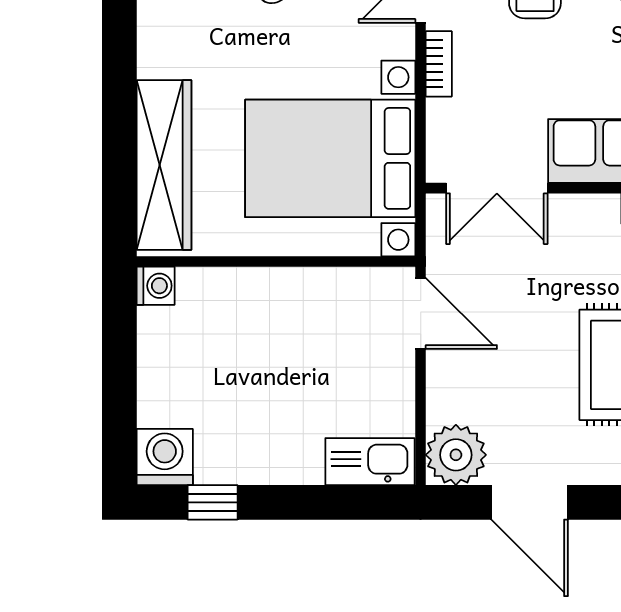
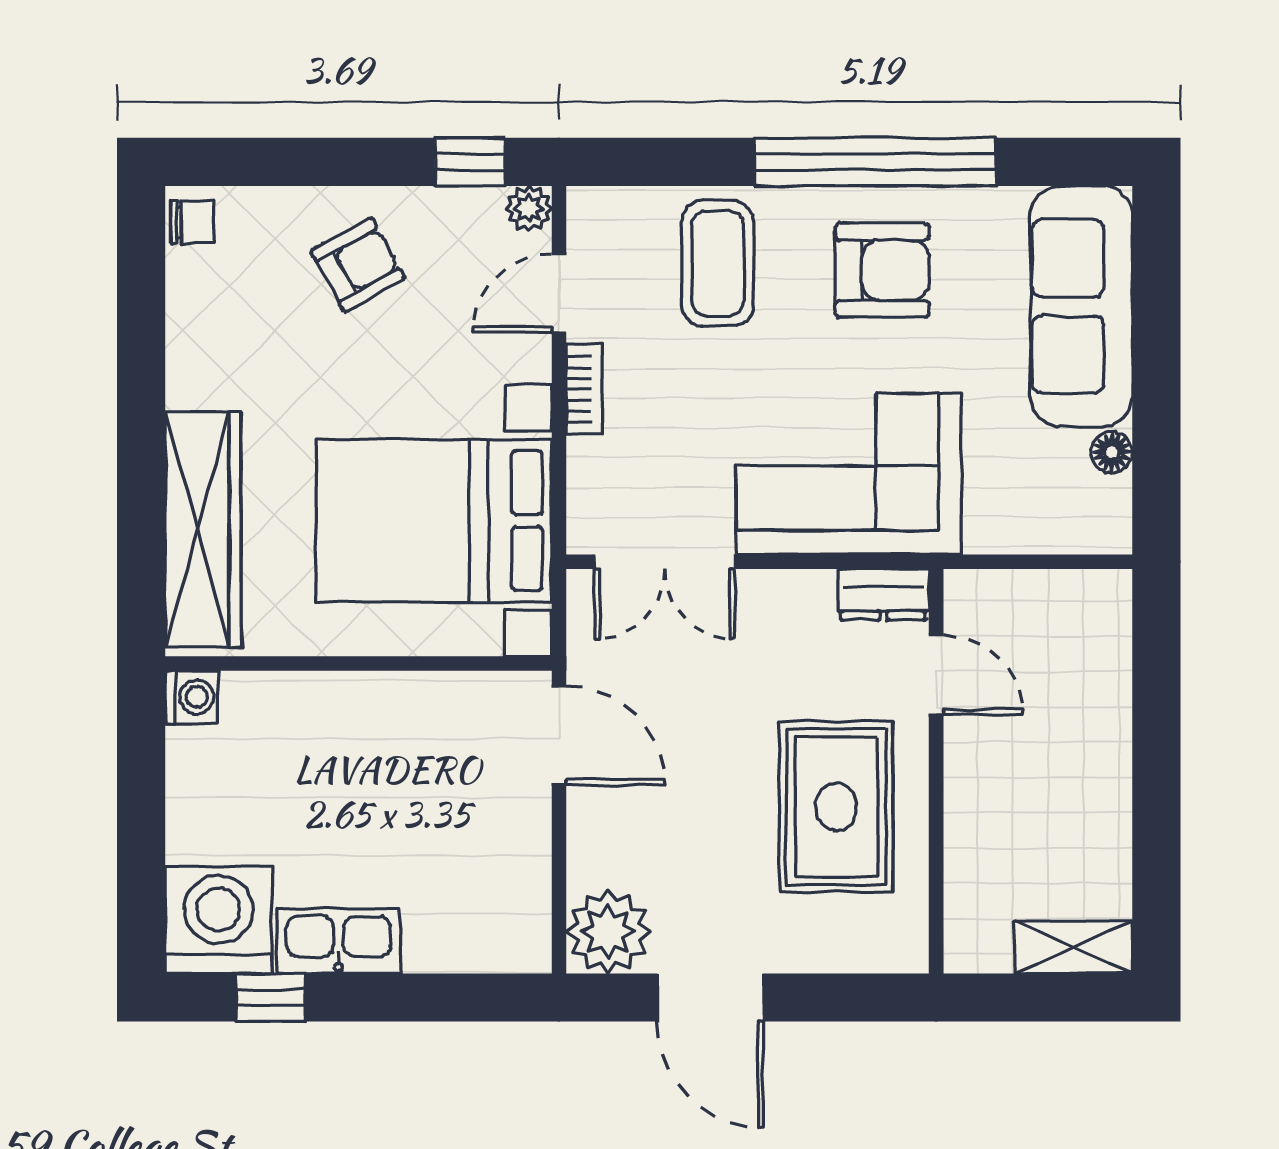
washing machine: (165, 457) -> (219, 920), width x1.37, depth x1.37
kitchen sink: (370, 462) -> (339, 941), moved

